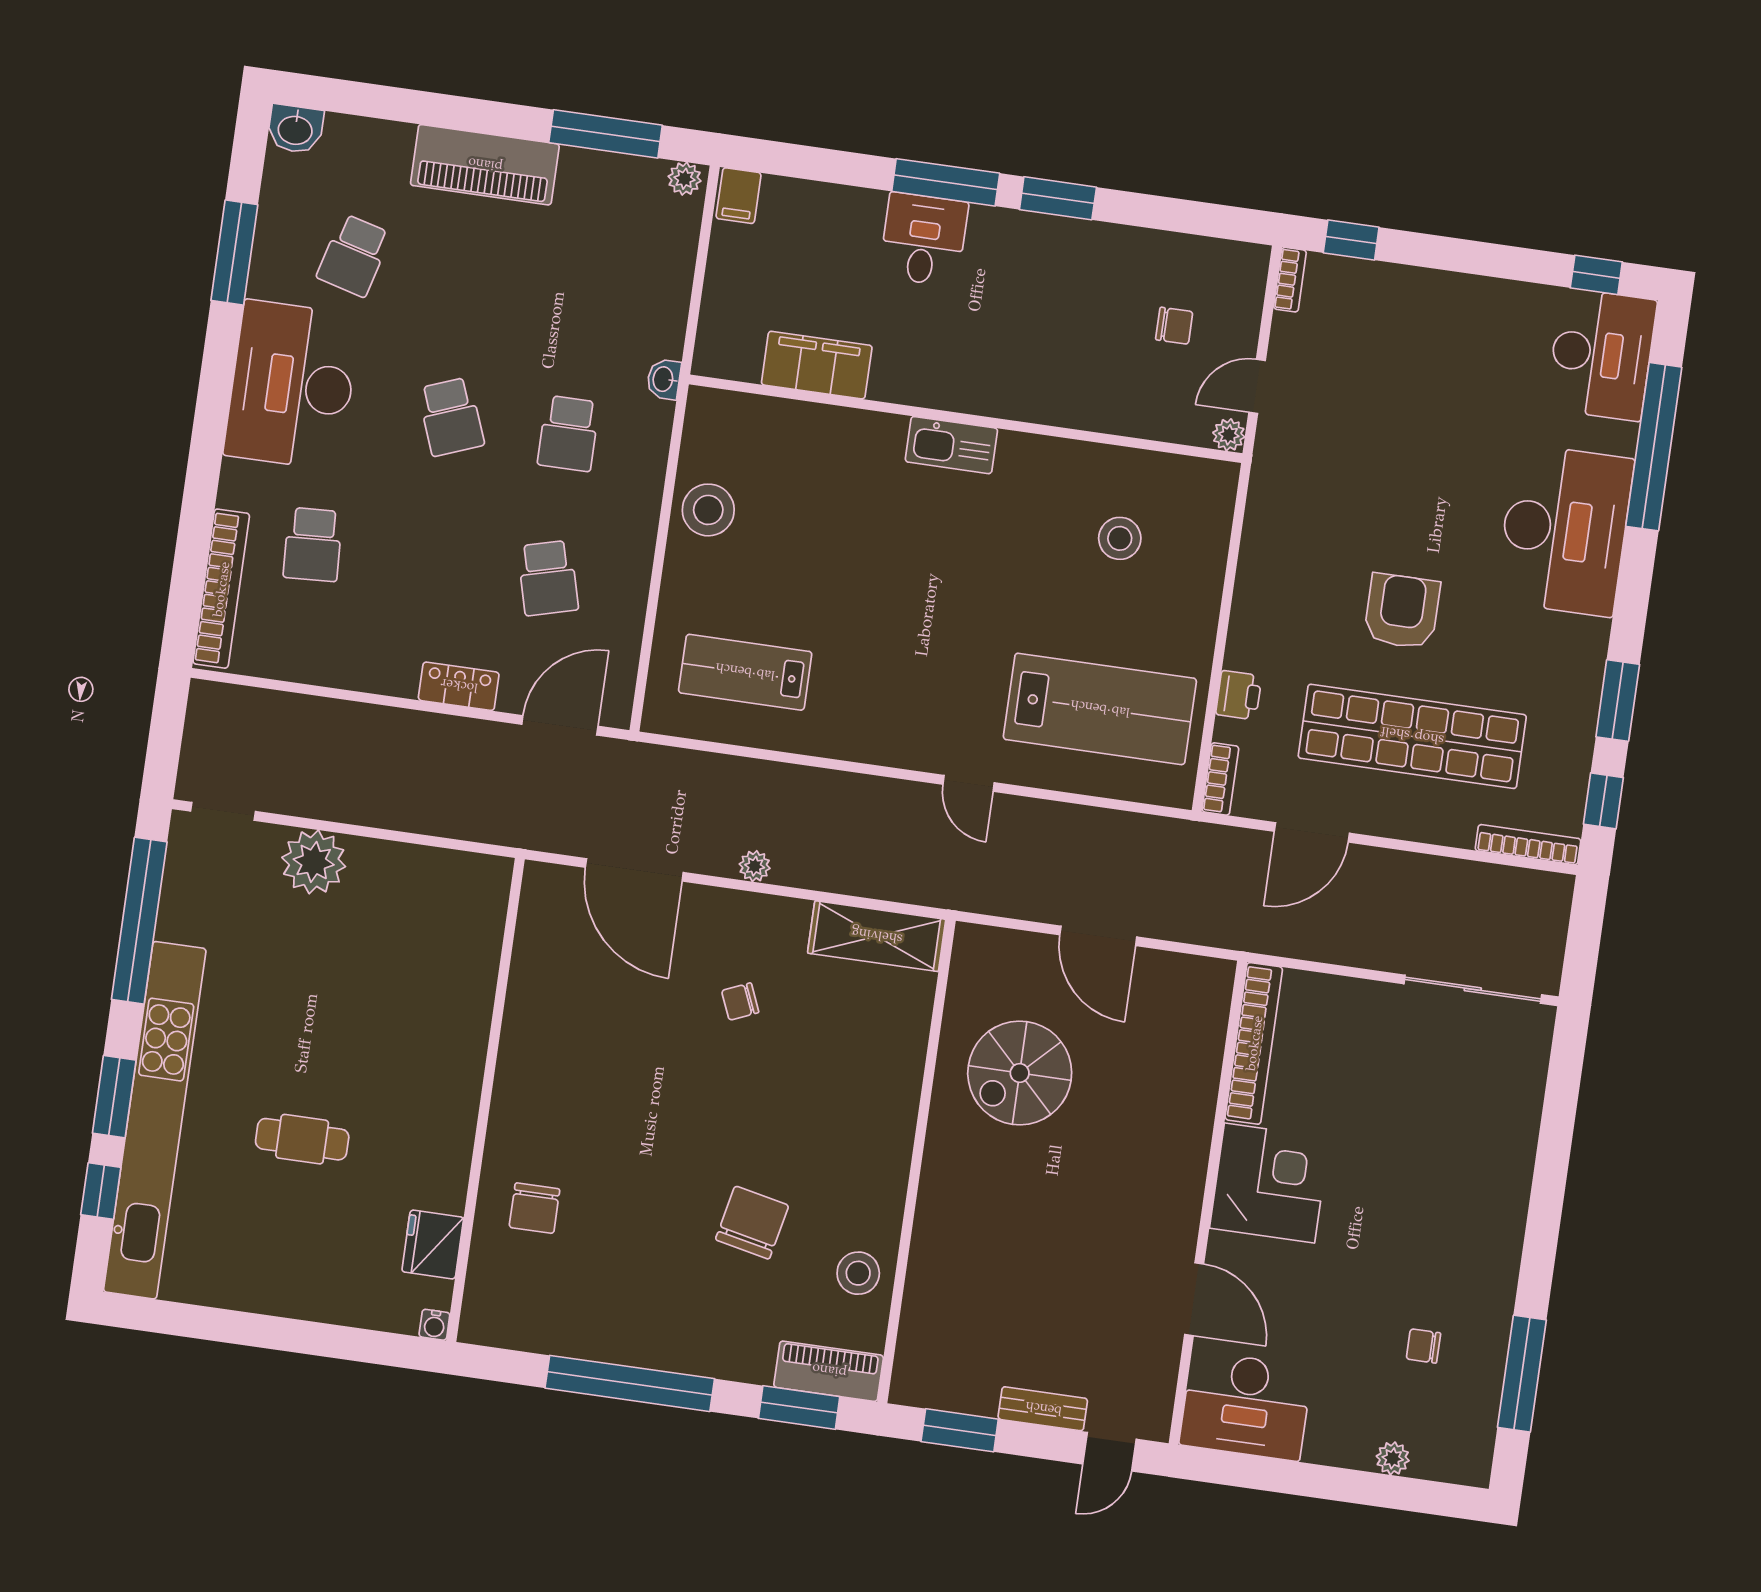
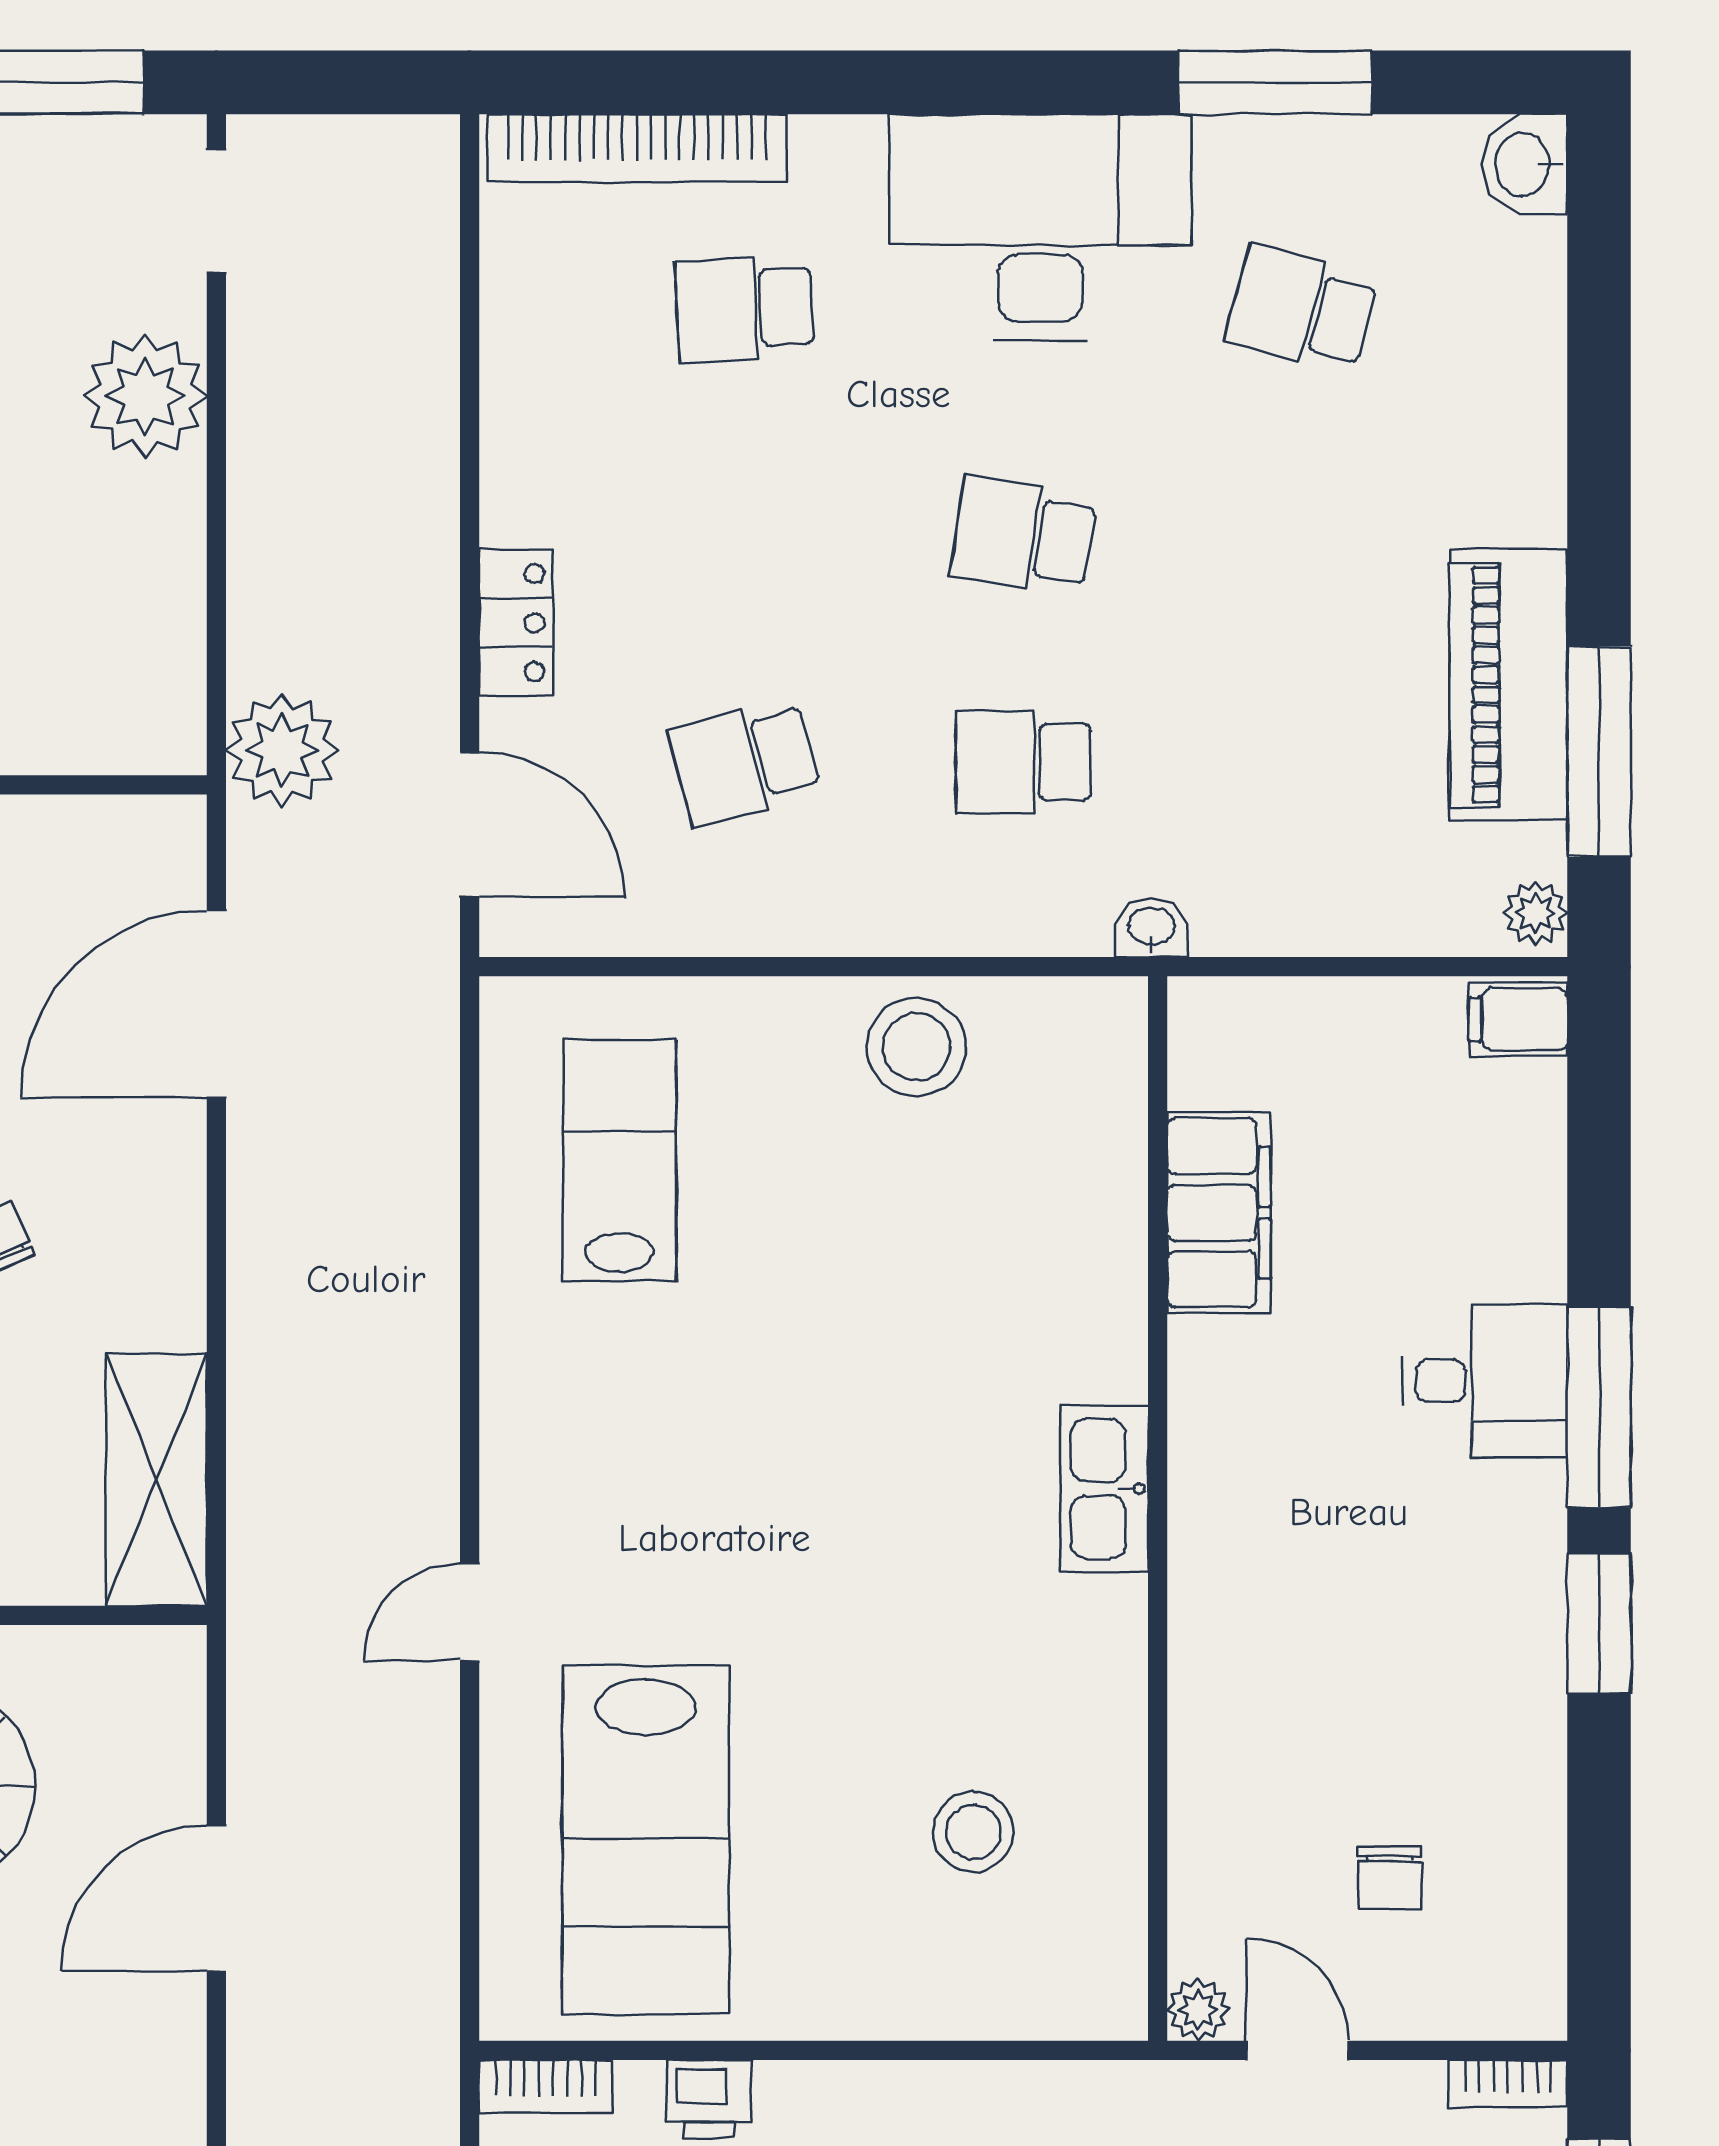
piano: (485, 165) -> (1508, 685), moved
school desk: (451, 417) -> (1023, 536), turned 30
plant: (755, 866) -> (282, 750), moved, width x1.88, depth x1.88

